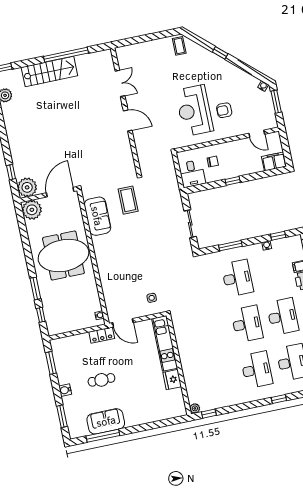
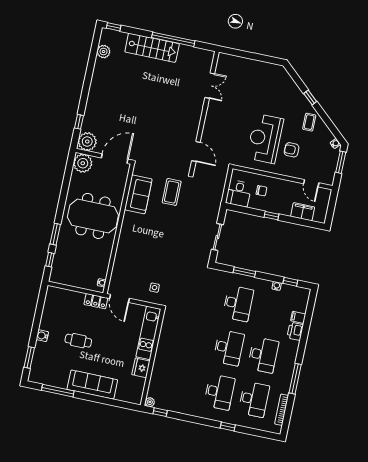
coffee table: (179, 46) -> (309, 122), moved
door: (128, 121) -> (196, 152), moved
filing cabinet: (274, 161) -> (303, 212), moved
window: (51, 363) -> (40, 306), removed
sofa: (106, 421) -> (92, 385), moved, width x1.36

